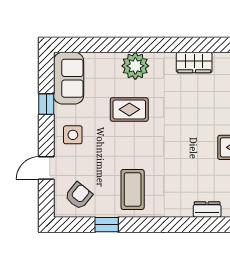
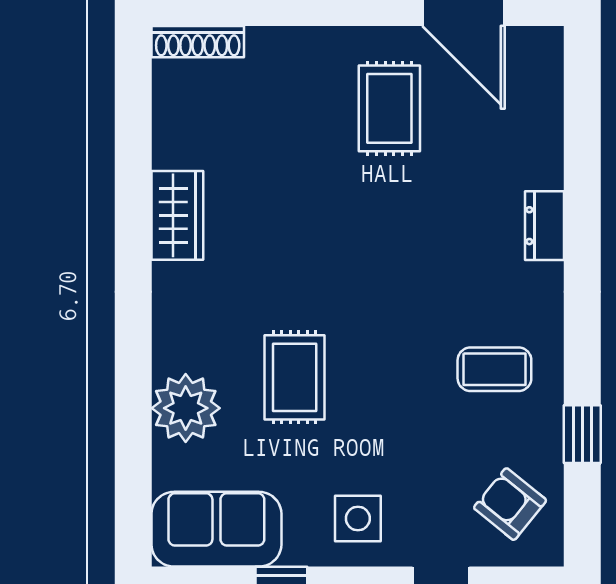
plant: (135, 66) -> (186, 408), moved
coffee table: (133, 189) -> (494, 369), width x0.73, depth x0.77
dresser: (207, 210) -> (545, 226), moved

